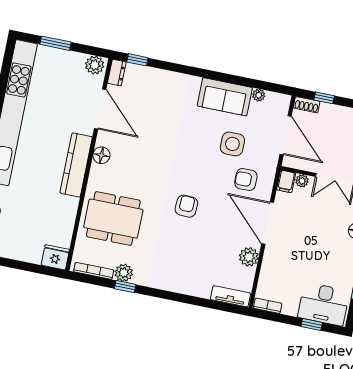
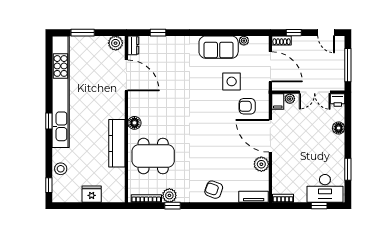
window: (137, 60) -> (158, 33), moved
floor lamp: (101, 155) -> (134, 123), moved
kitchen counter: (76, 165) -> (117, 143), moved
armchair: (186, 206) -> (214, 190), moved, turned -73
fridge: (55, 257) -> (92, 194), moved

